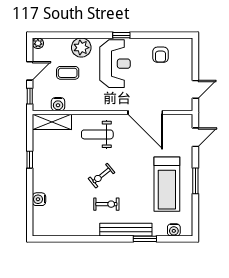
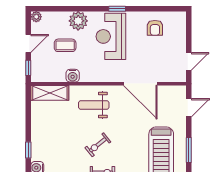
reception desk: (115, 64) -> (111, 36), turned 180
water cooler: (58, 104) -> (73, 76), moved
window: (30, 160) -> (28, 150), moved

